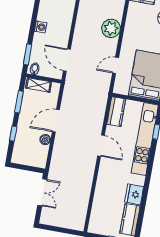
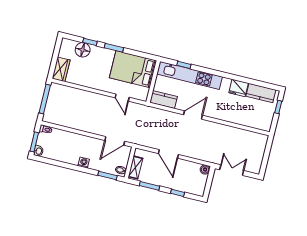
plant: (111, 28) -> (89, 100), removed
boiler: (45, 140) -> (205, 169), moved

